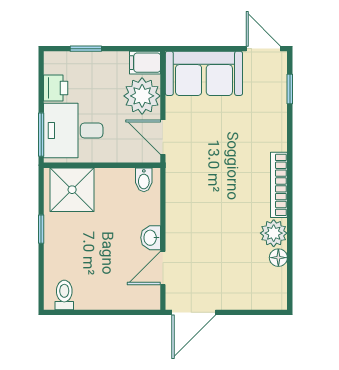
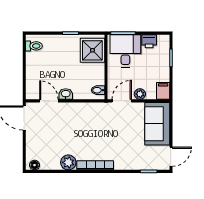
plant: (142, 96) -> (140, 94), width x0.53, depth x0.53
floor lamp: (278, 258) -> (35, 165), moved

